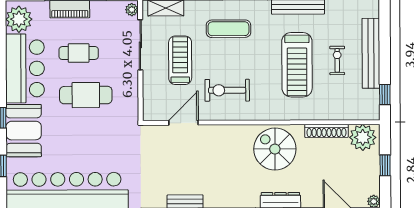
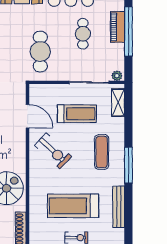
exercise bike: (227, 90) -> (53, 151), turned 133
cafe table: (86, 95) -> (40, 52), moved

